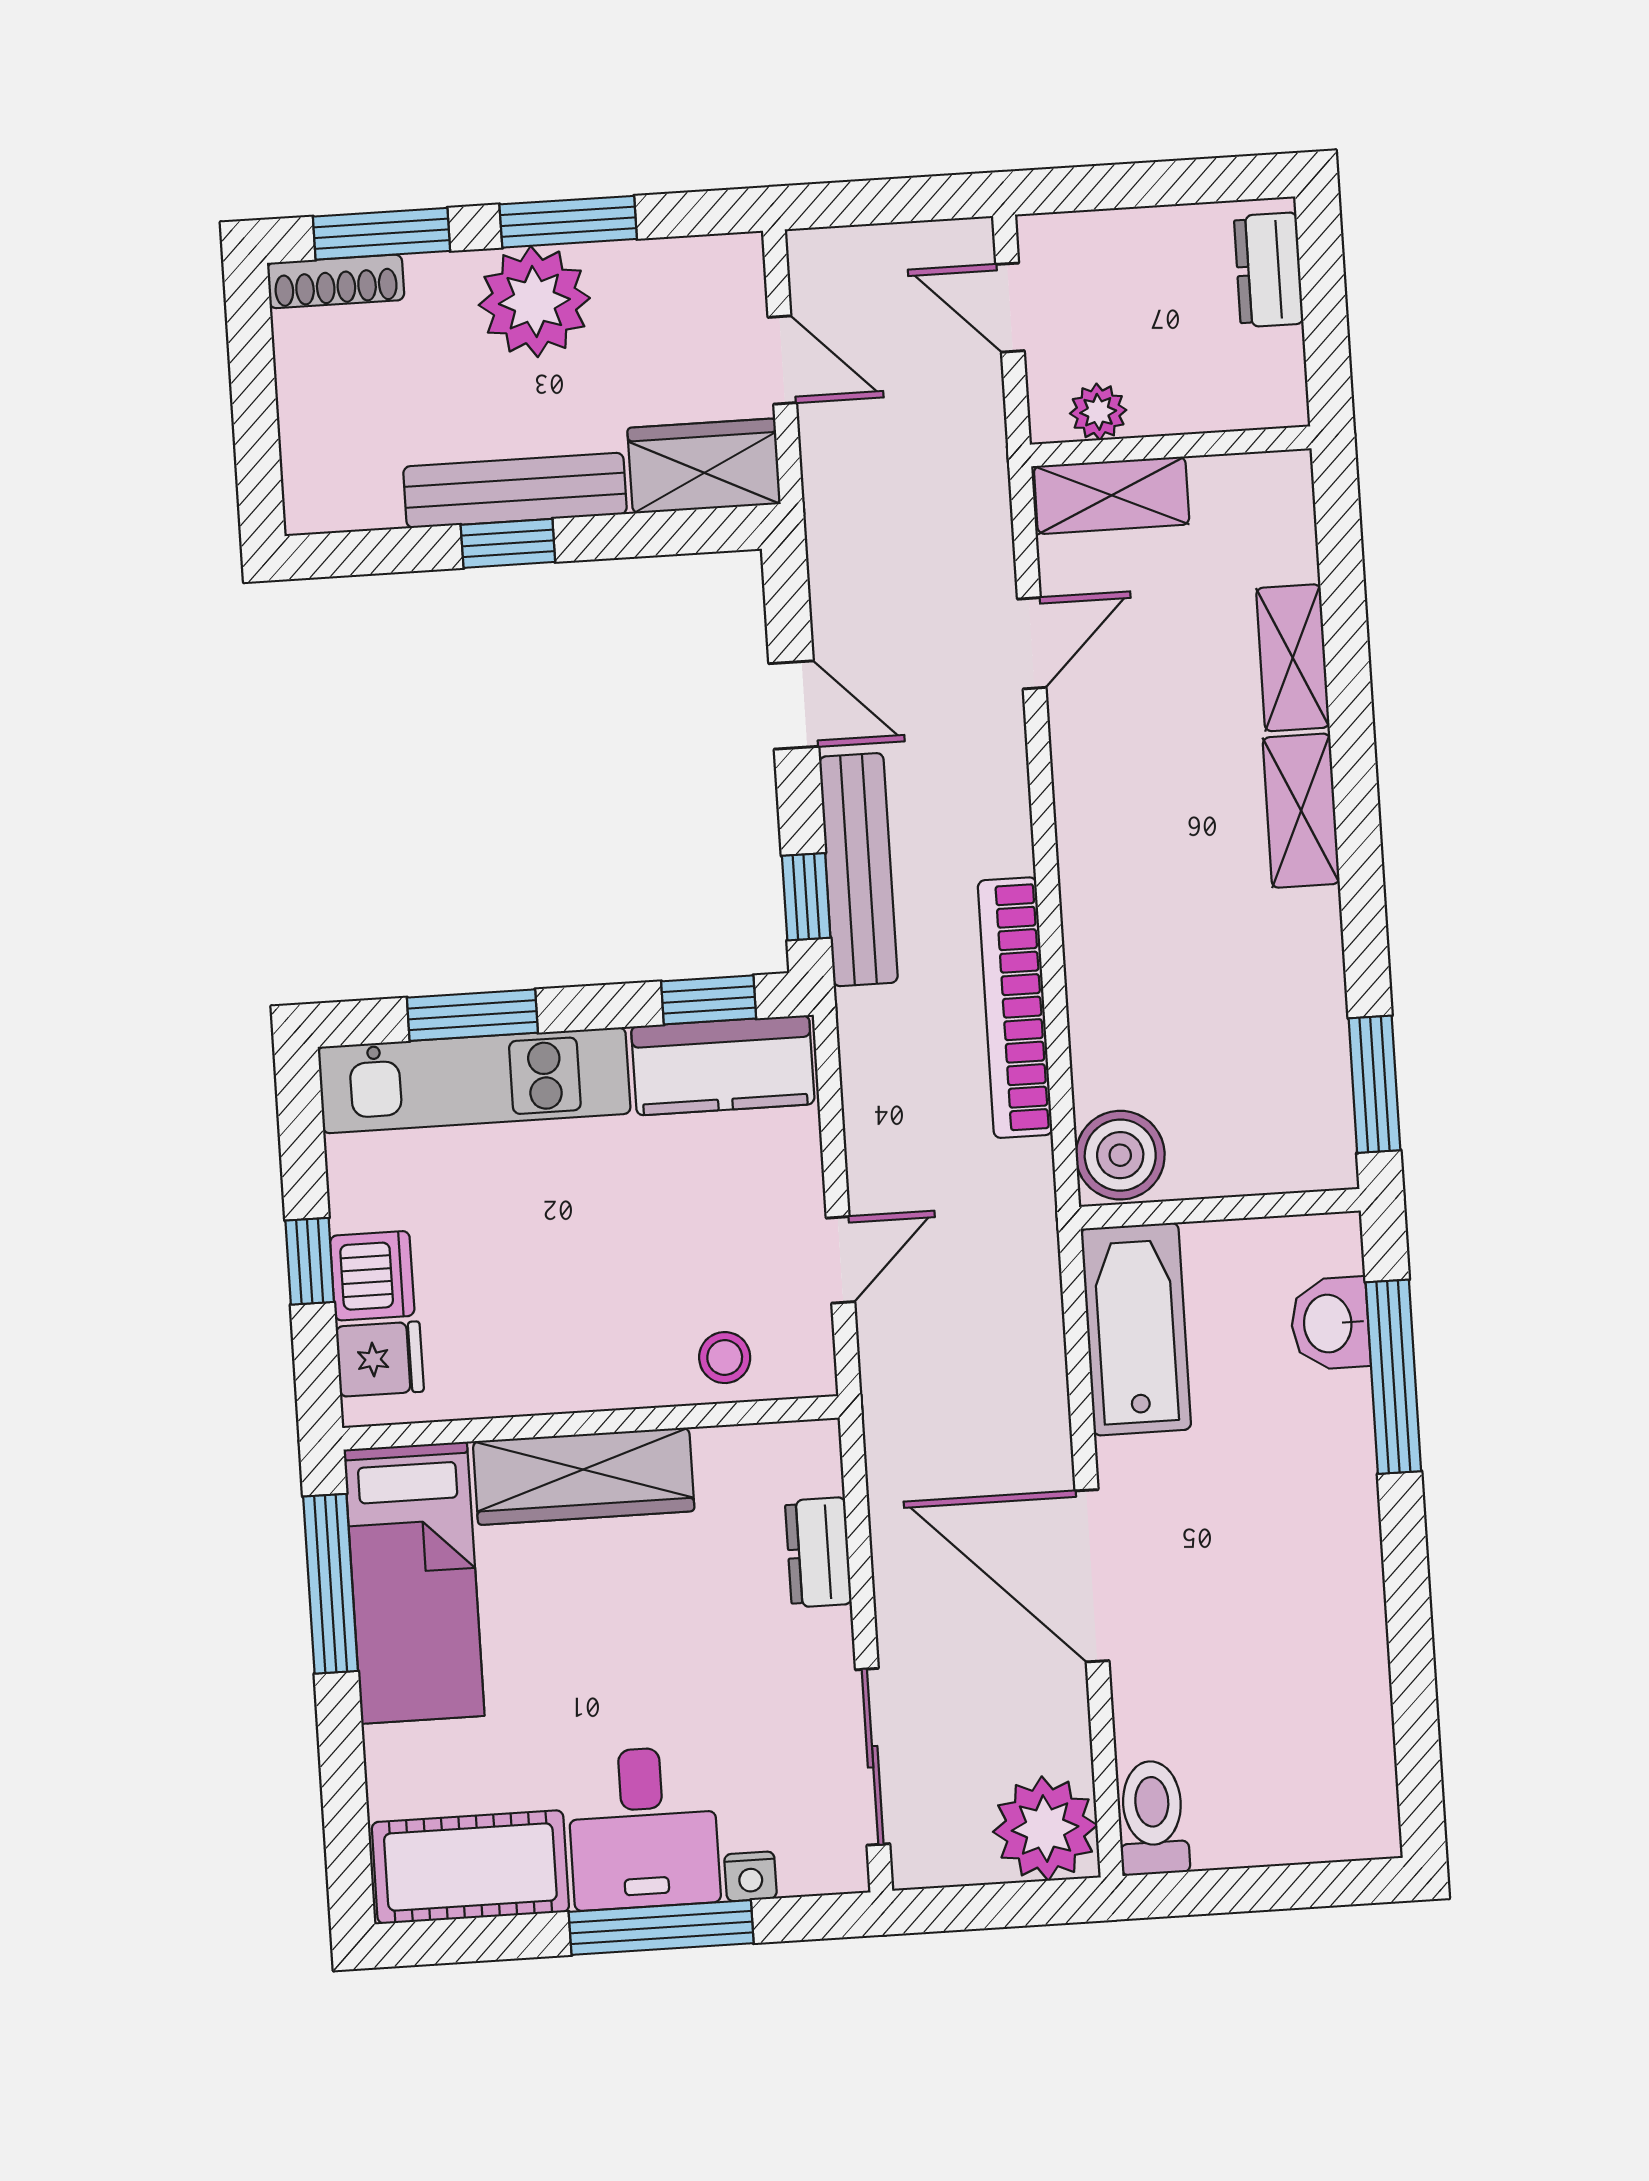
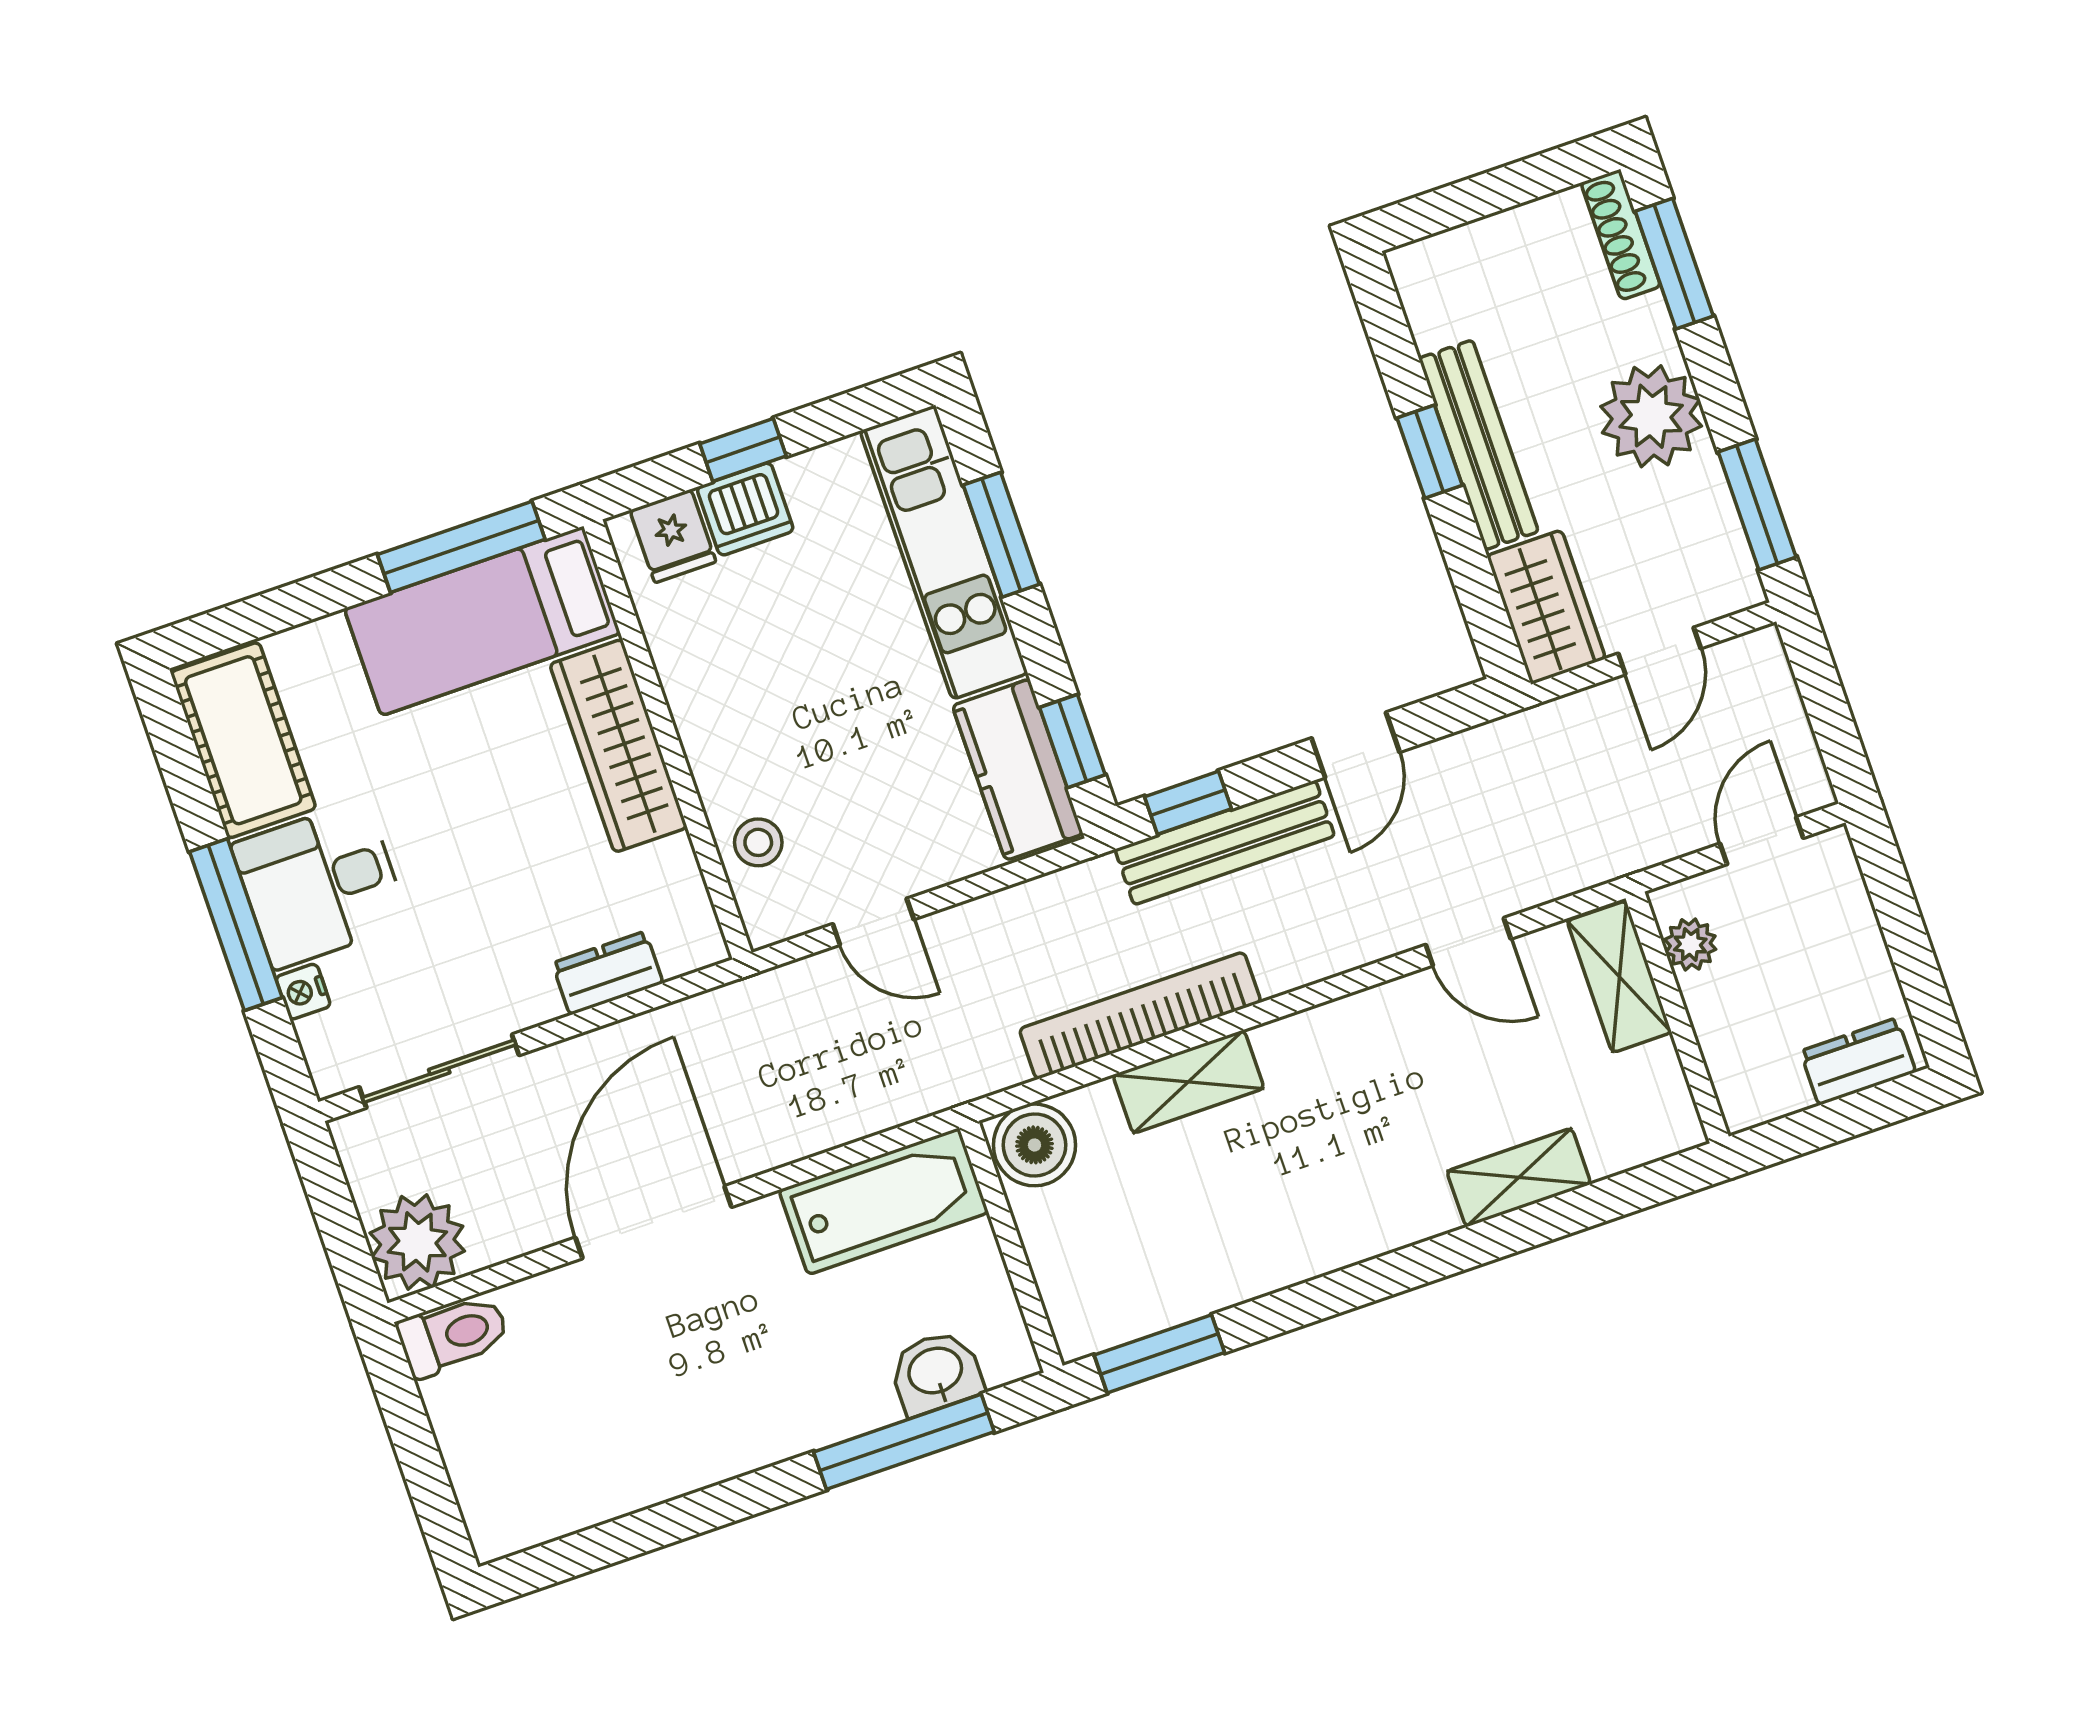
window: (568, 222) -> (1757, 504), moved
shelving: (1301, 811) -> (1188, 1082), moved

